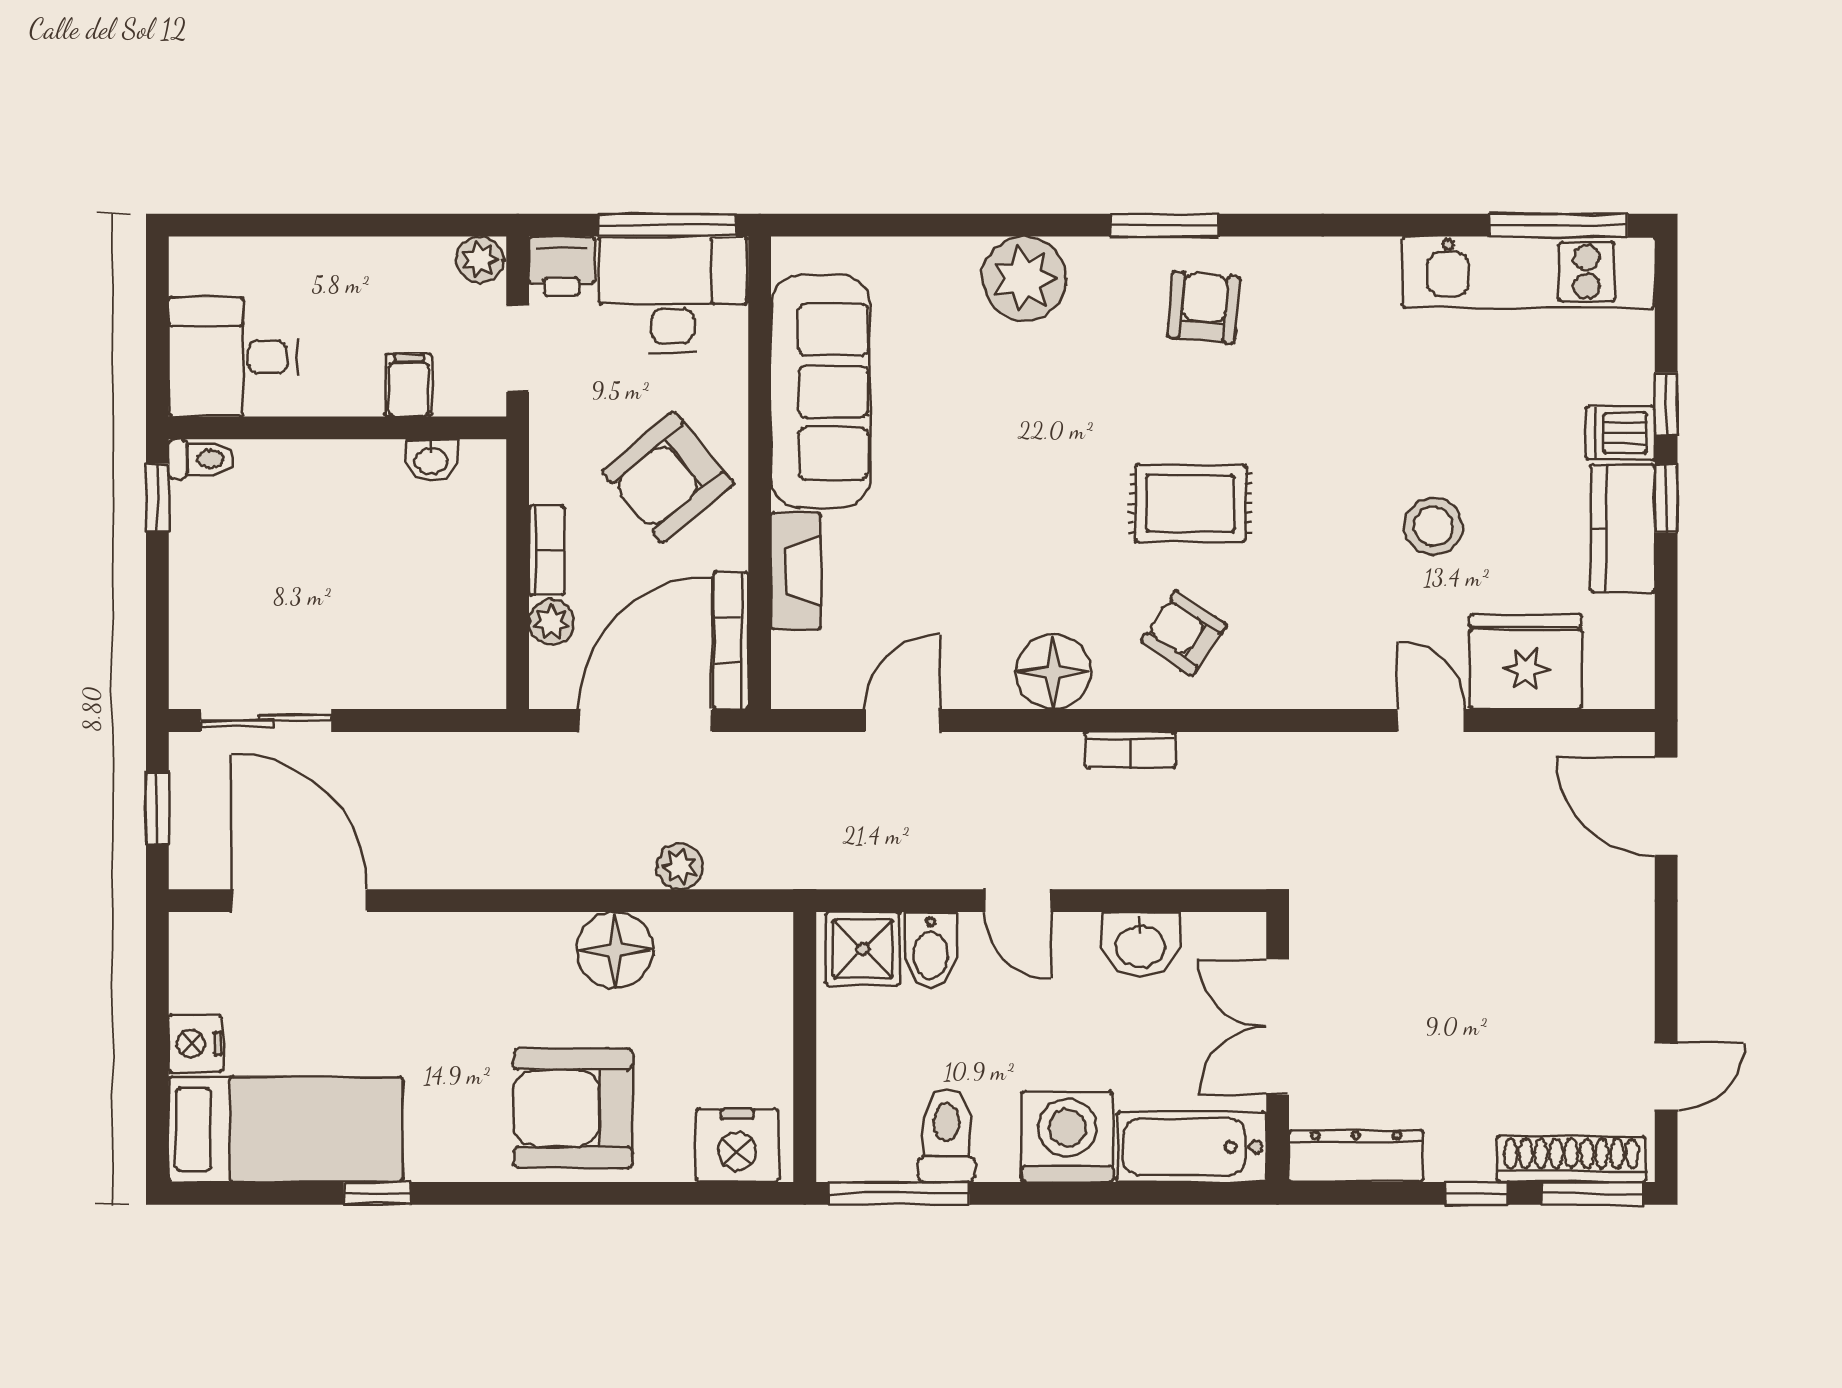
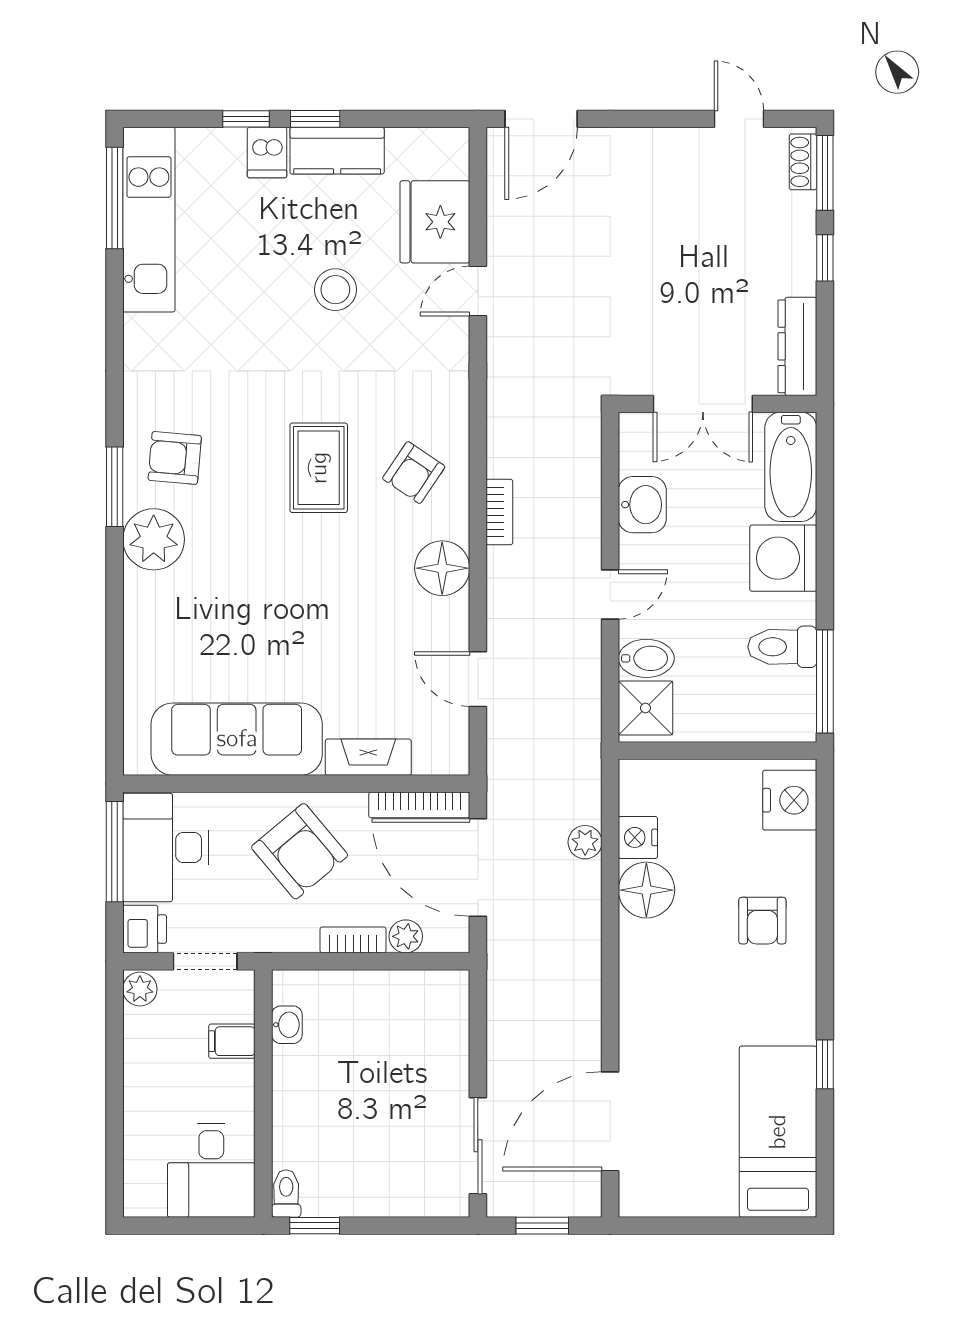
plant: (1024, 278) -> (154, 539), moved
nightstand: (195, 1044) -> (638, 837), moved, turned 90
armchair: (573, 1108) -> (762, 921), width x0.53, depth x0.53
shoe rack: (1571, 1159) -> (803, 162), width x0.51, depth x0.81

